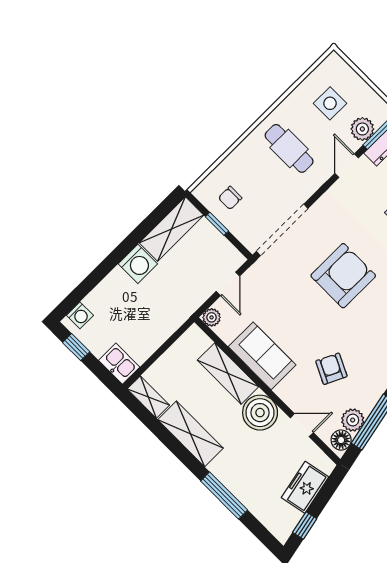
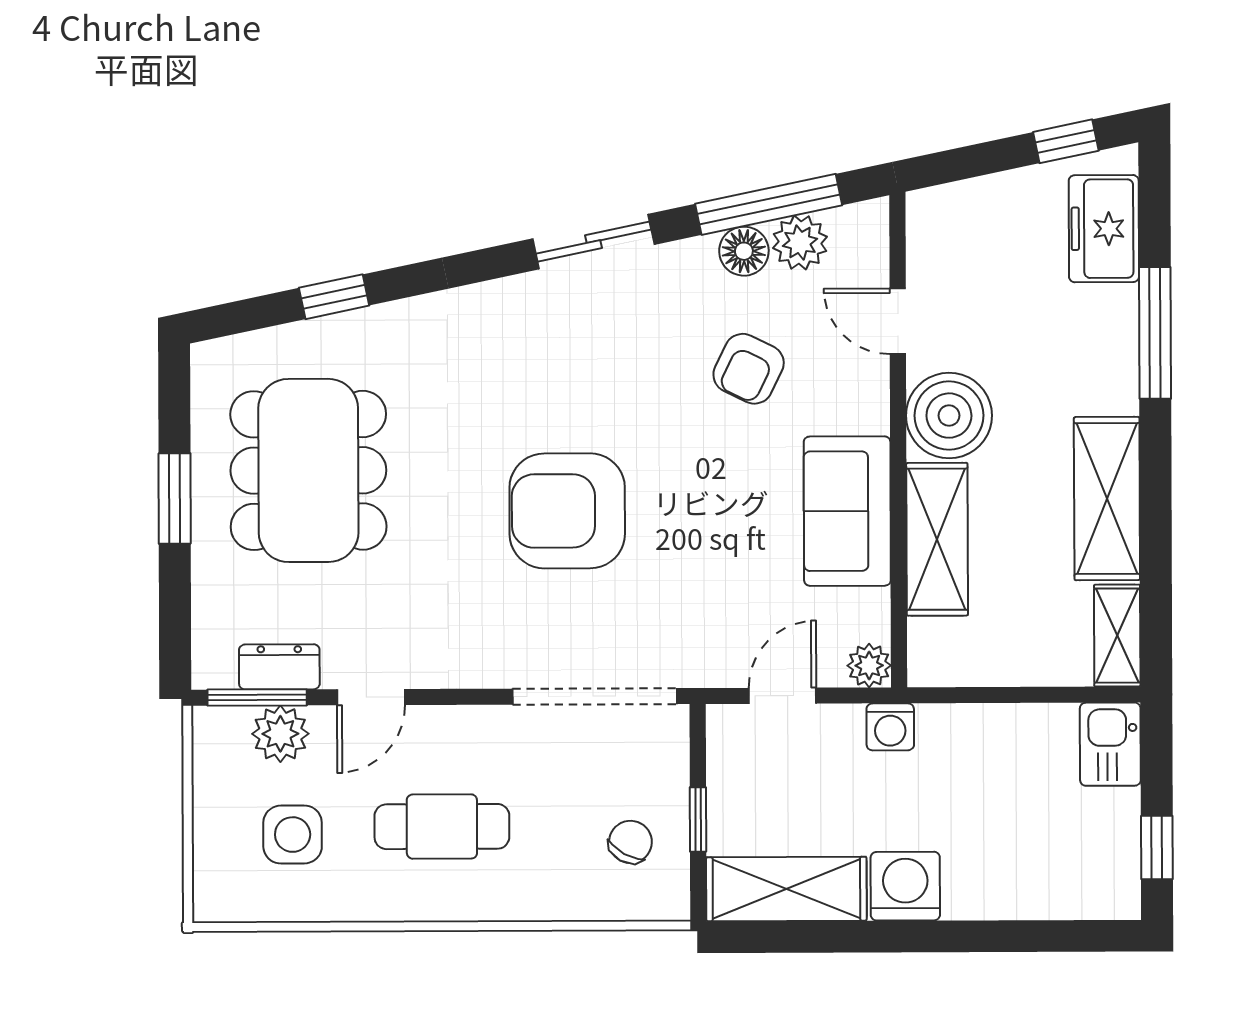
cafe table: (289, 148) -> (442, 827), turned 90
chair: (230, 198) -> (630, 842), turned -61
washing machine: (80, 315) -> (890, 727), moved, turned 180
floor lamp: (341, 440) -> (744, 251), moved
freezer: (305, 487) -> (1104, 229), moved, turned 102

